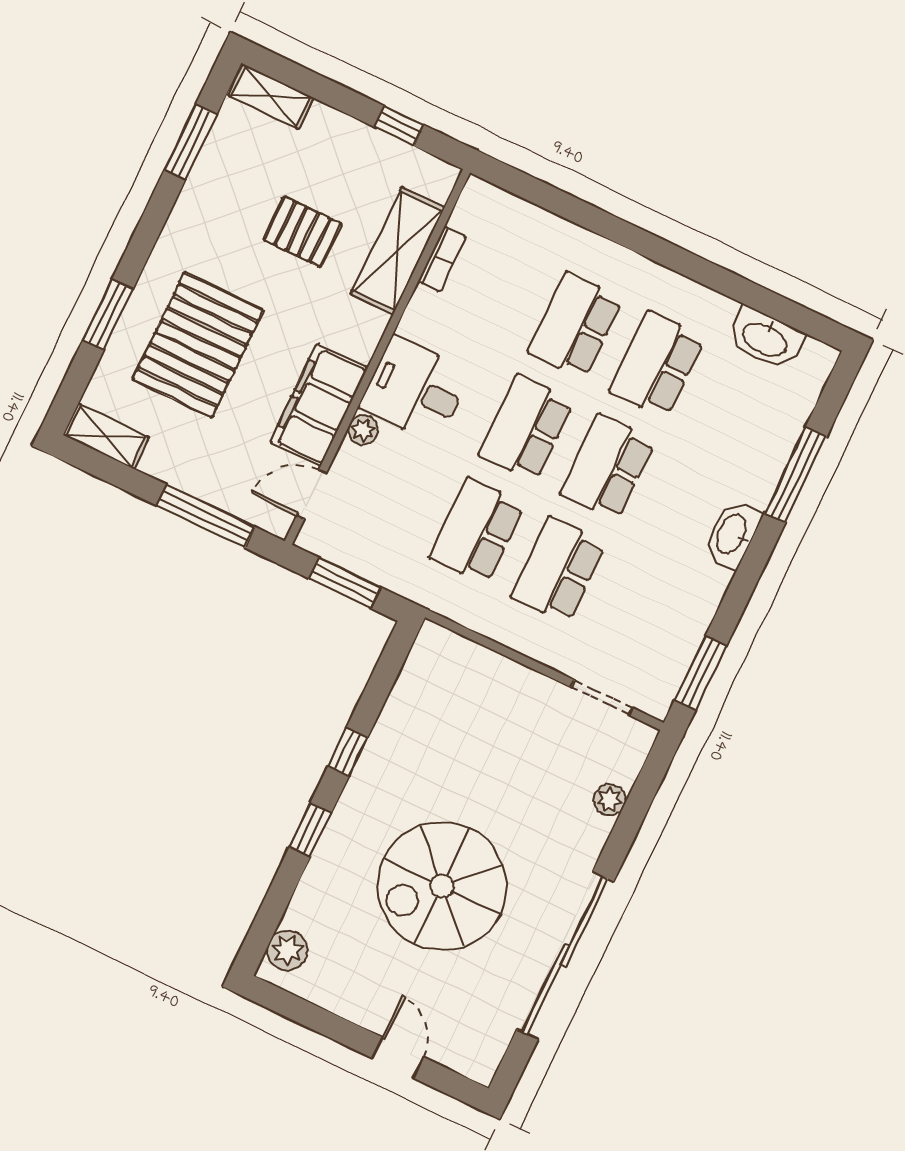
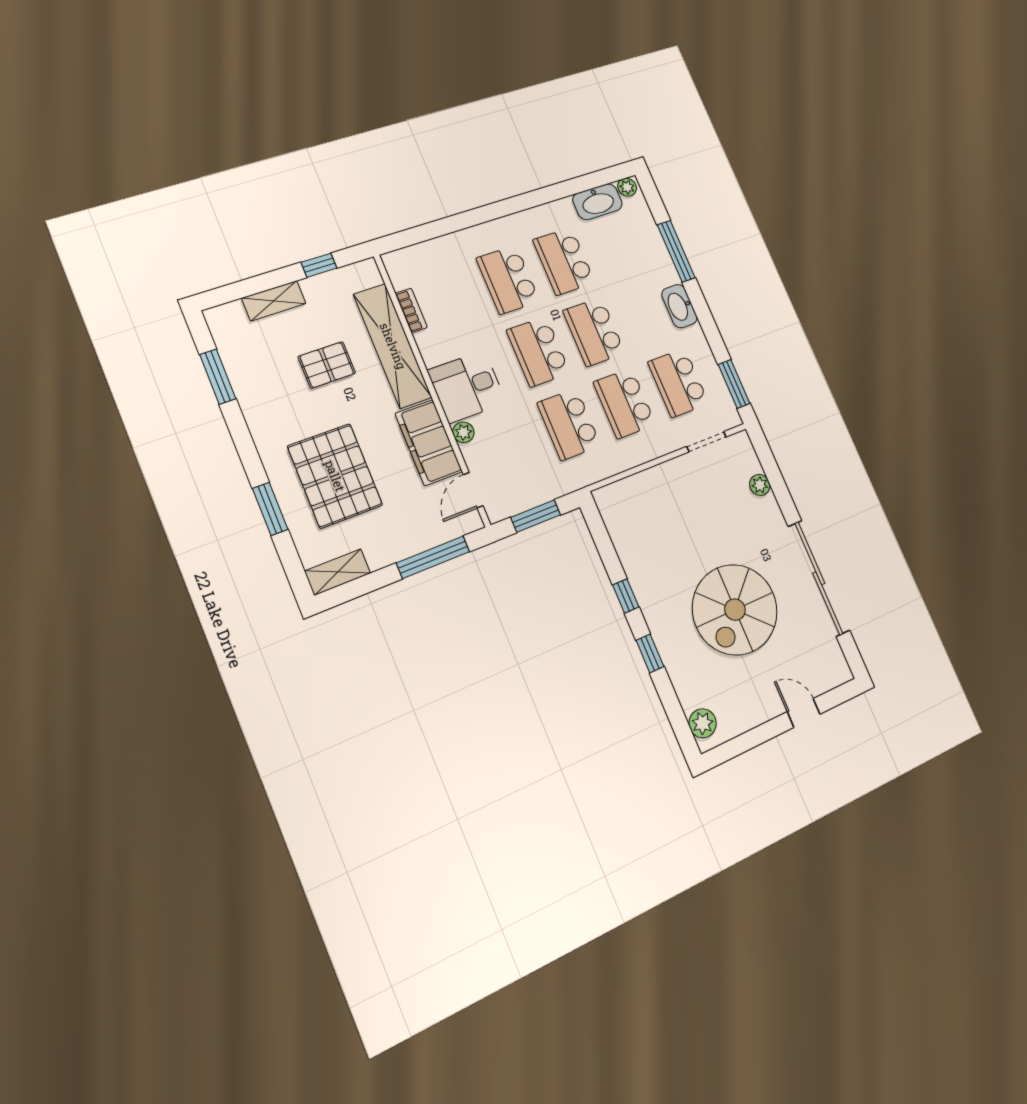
shelving: (271, 97) -> (274, 301), moved
shelving: (398, 251) -> (393, 346), width x1.47
plant: (817, 355) -> (627, 187), added
school desk: (640, 609) -> (678, 383), added

